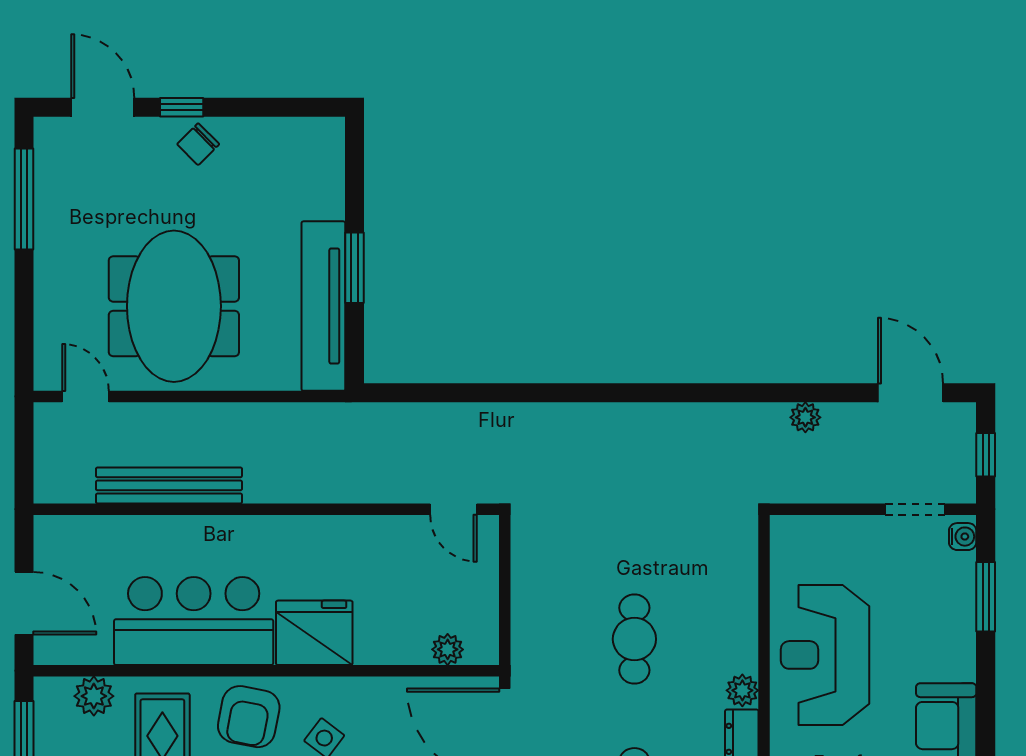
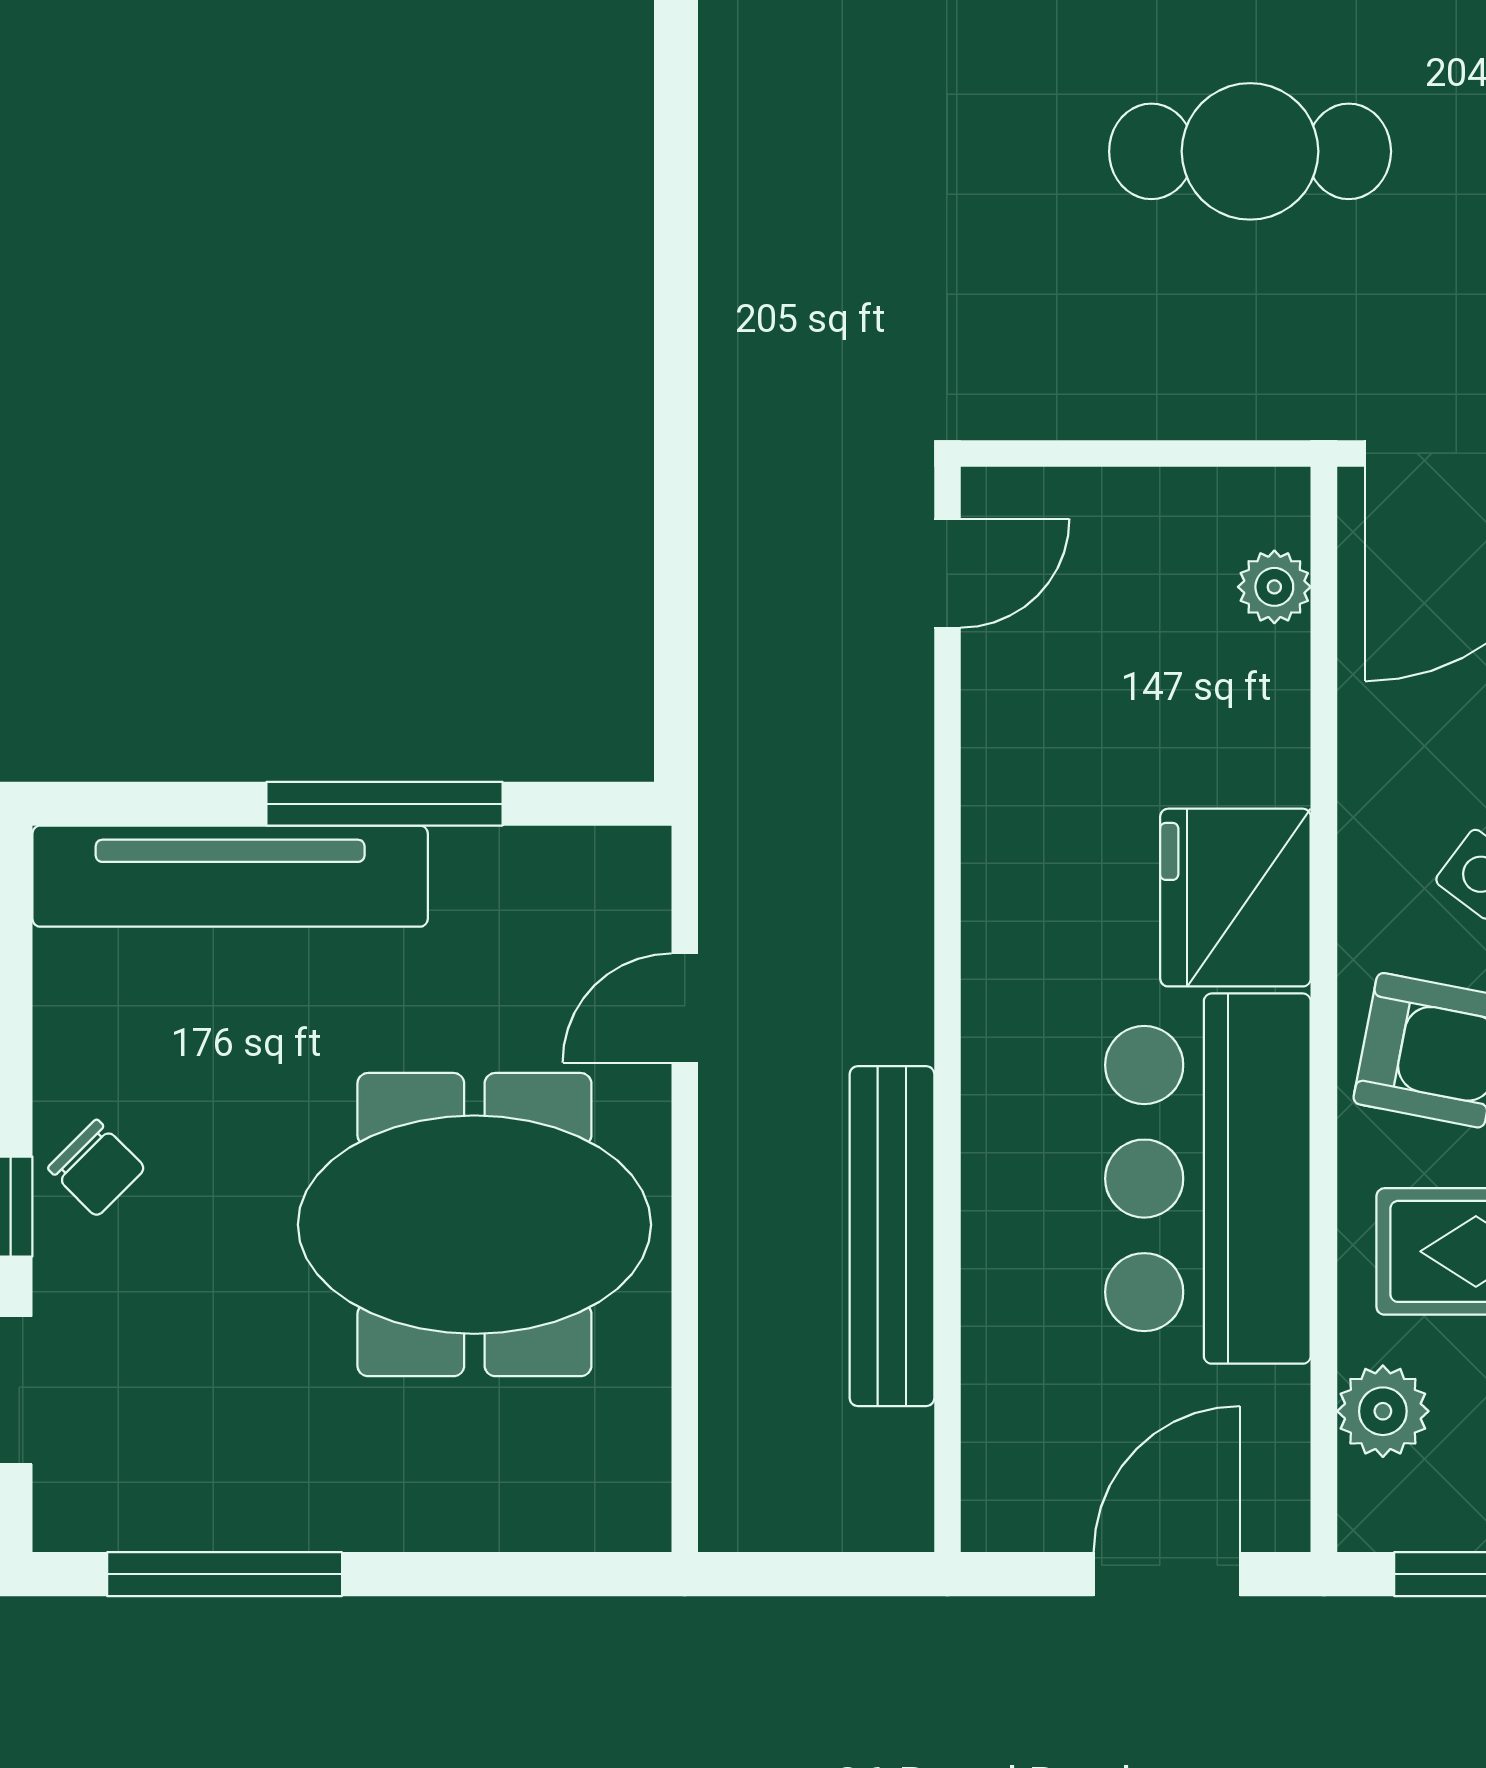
window: (355, 268) -> (385, 804), width x1.44
tv unit: (323, 306) -> (230, 876), moved
door: (85, 396) -> (685, 1008), moved
cafe table: (634, 639) -> (1250, 151), width x1.37, depth x1.35

